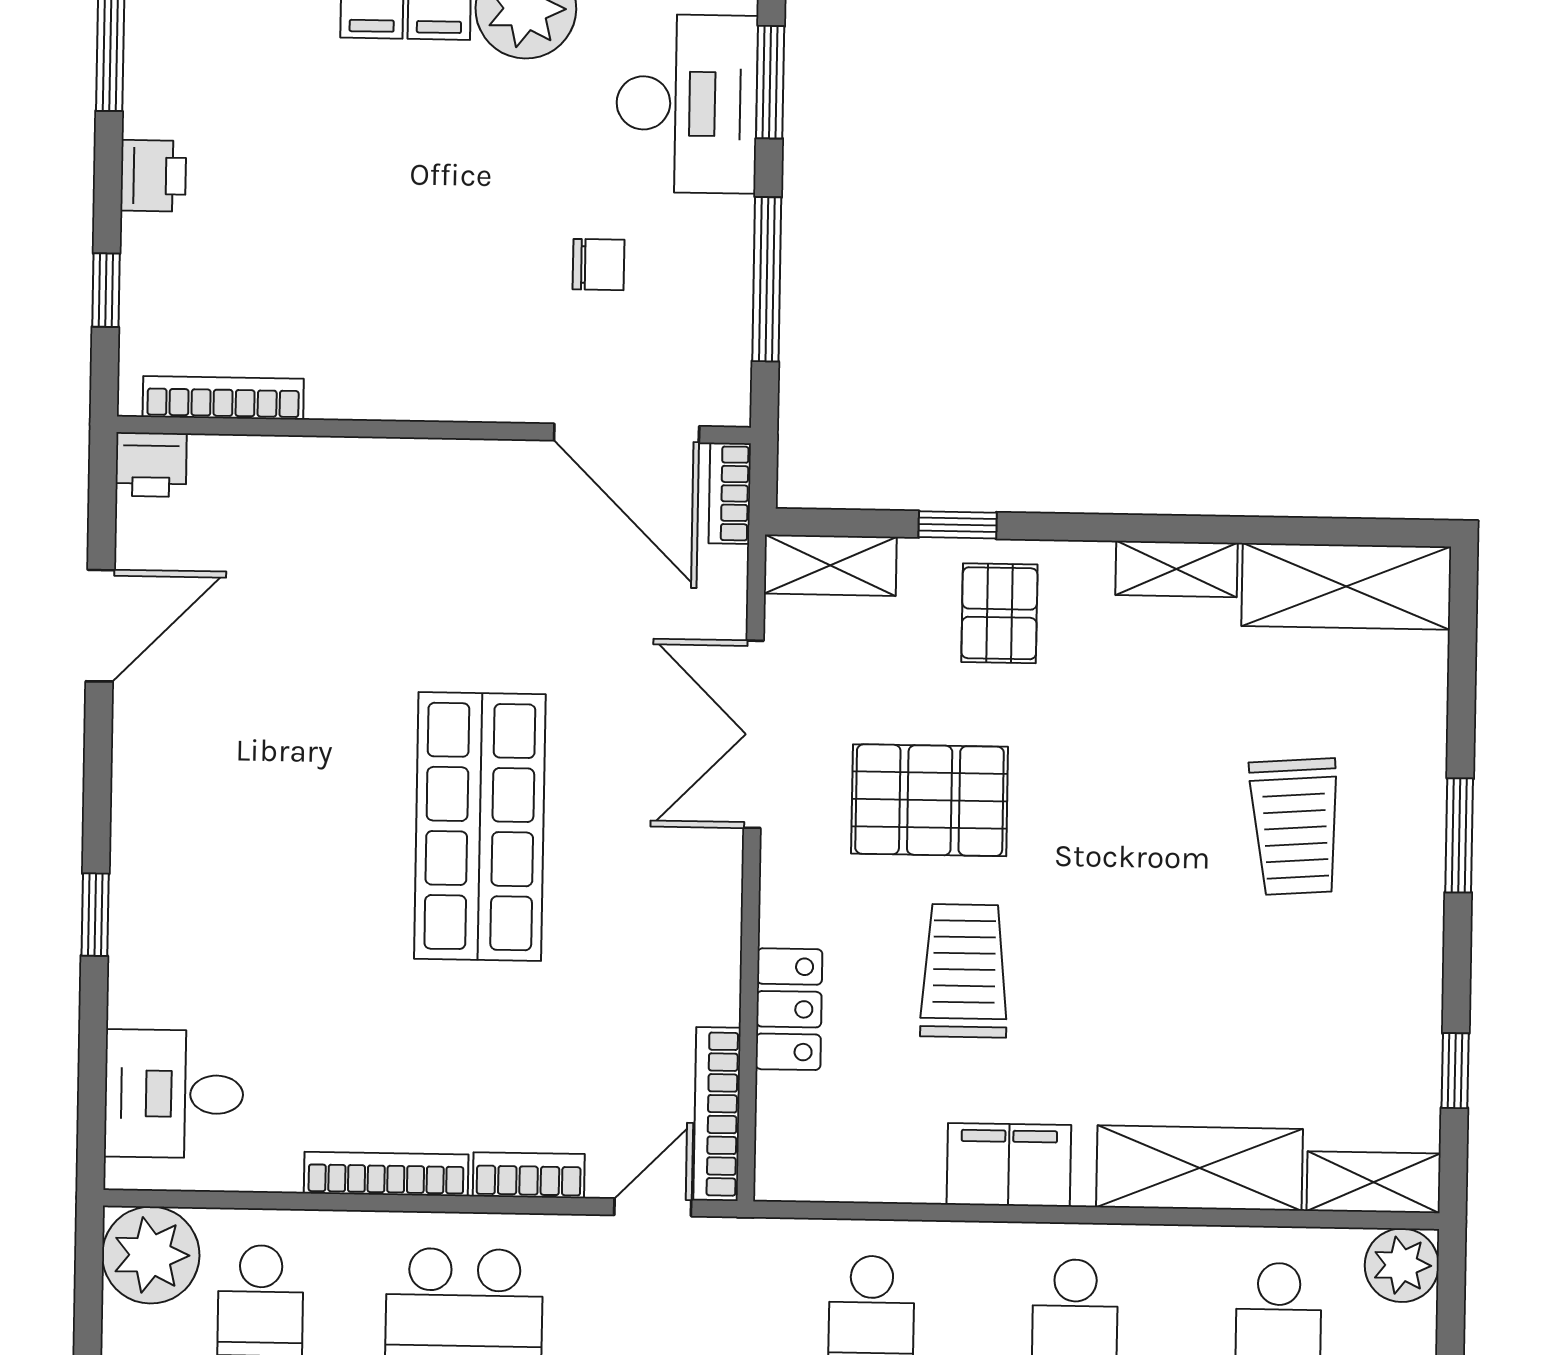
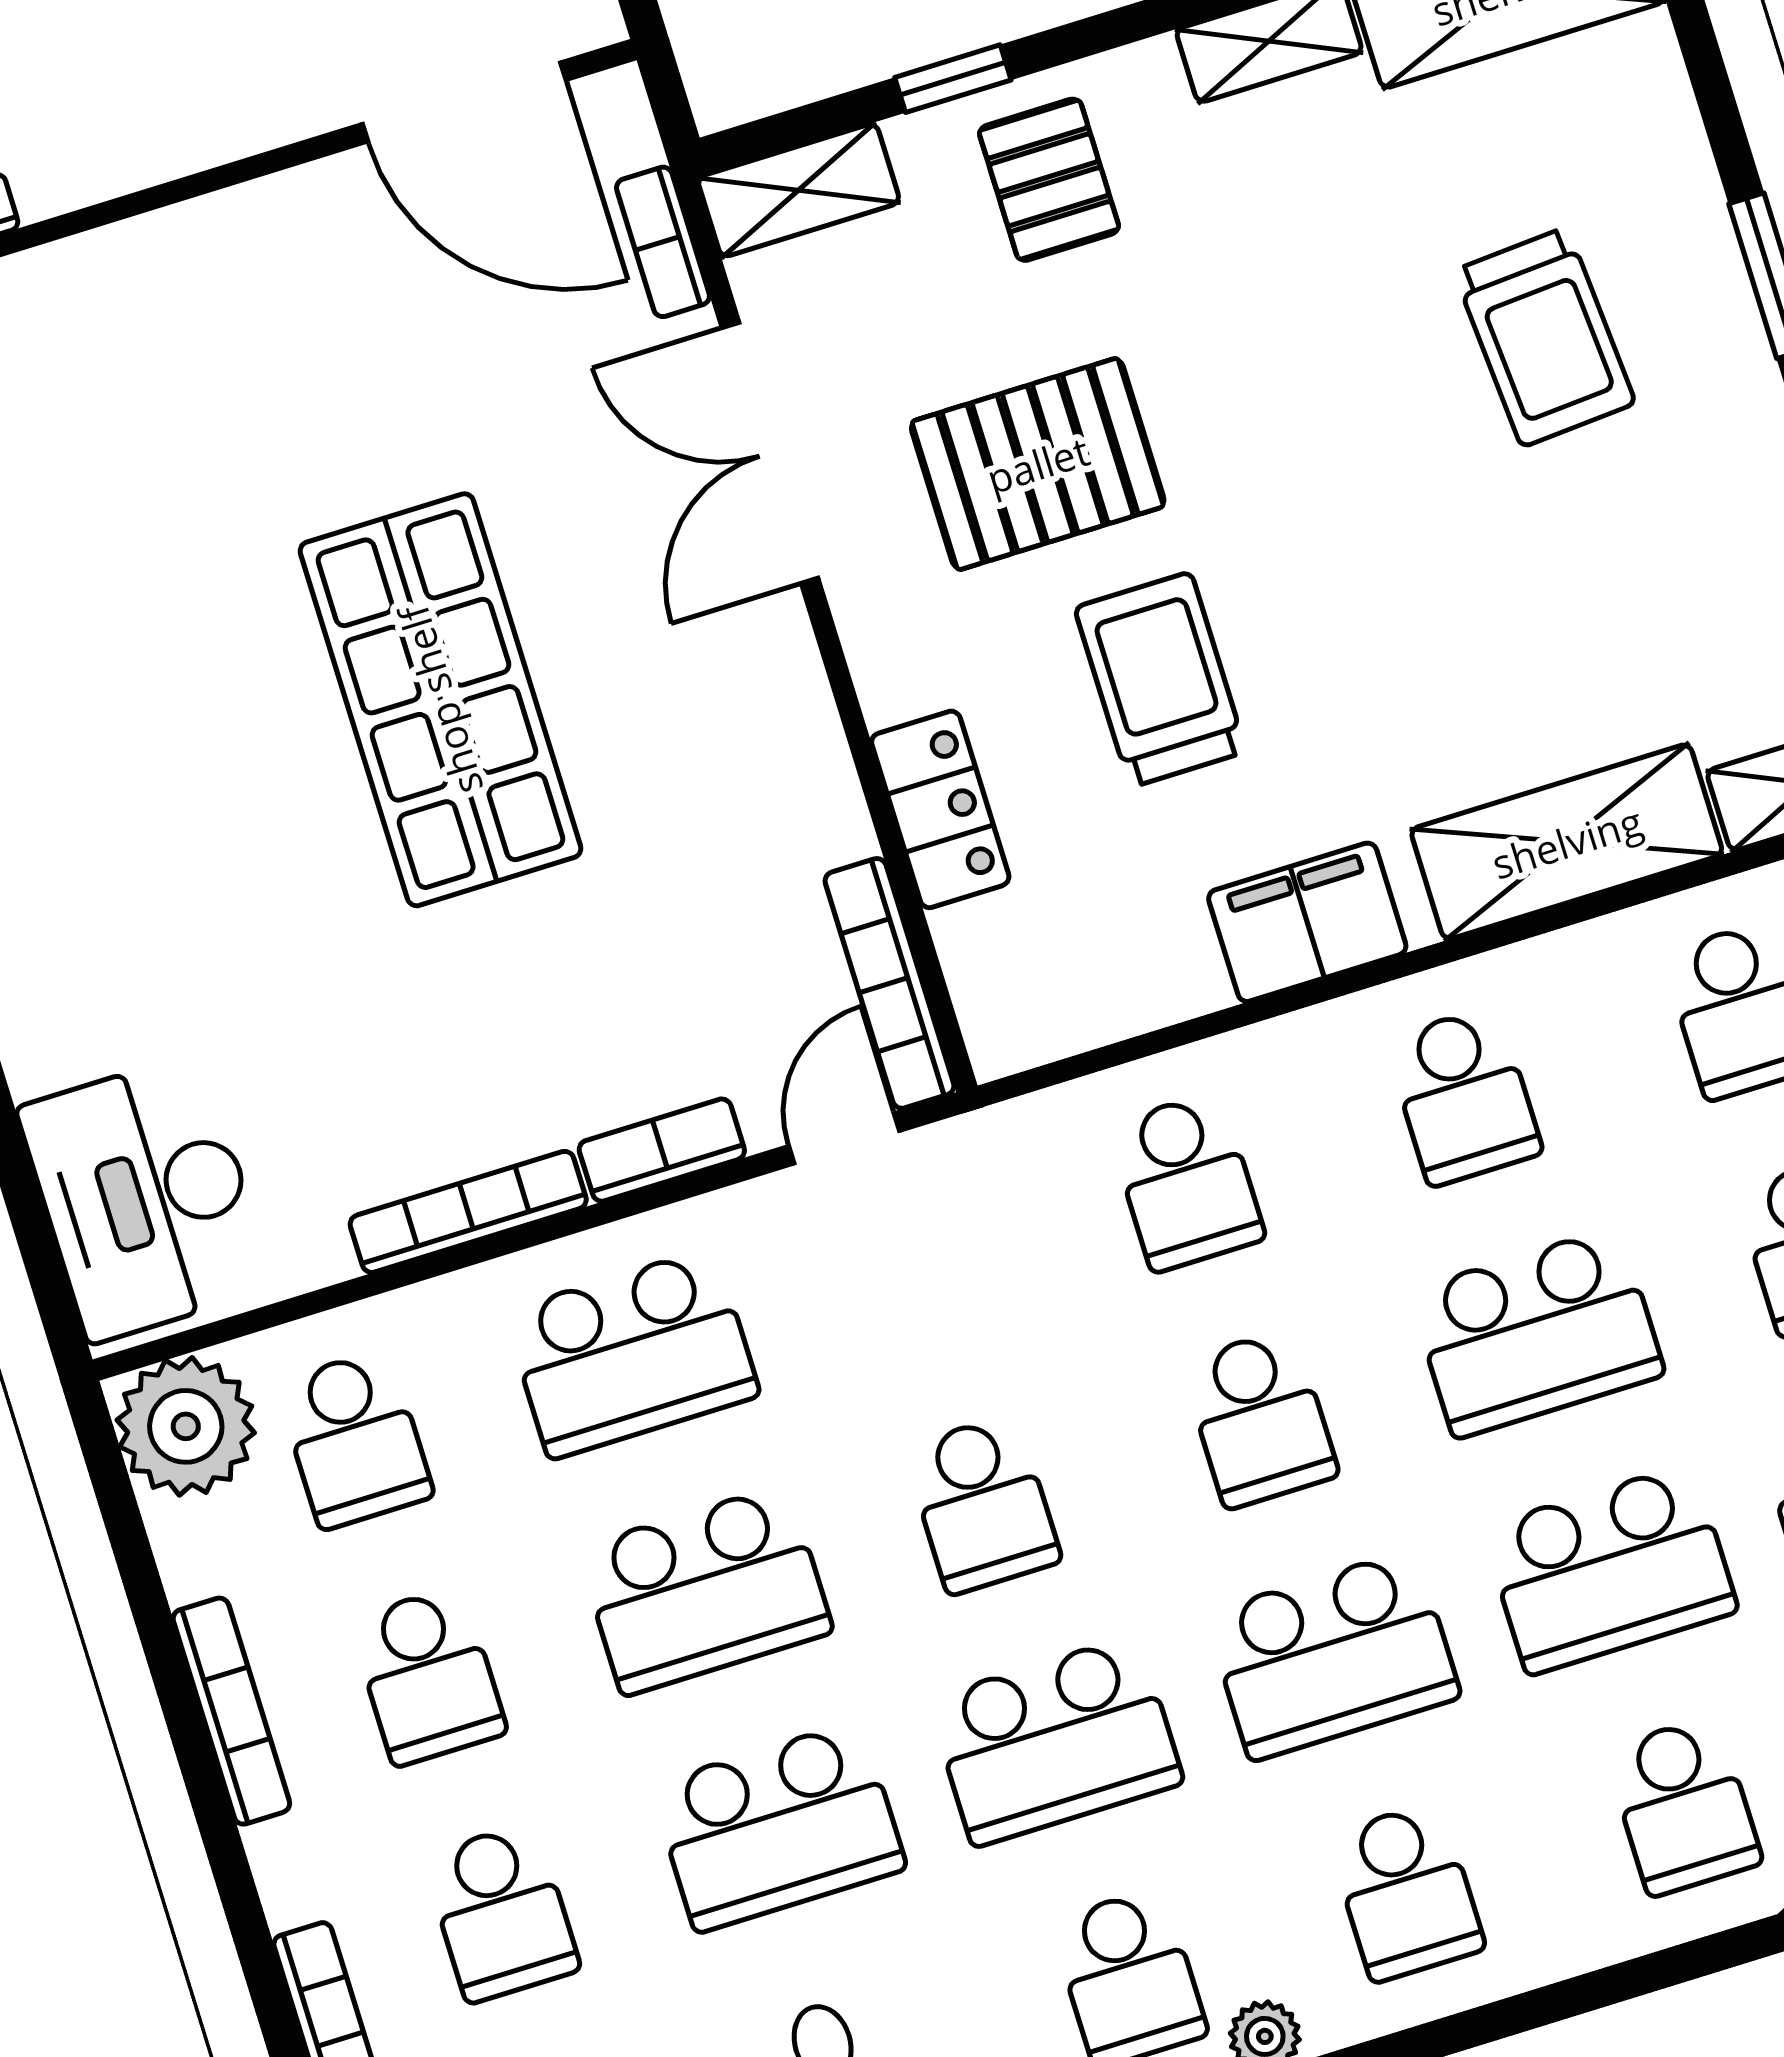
bookcase: (730, 493) -> (663, 242), moved
desk: (174, 1094) -> (145, 1198), width x1.37

